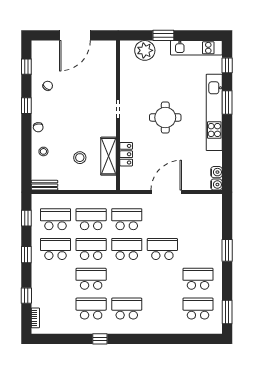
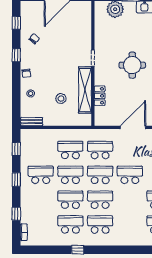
shelving: (109, 156) -> (85, 90), width x1.47
school desk: (55, 219) -> (100, 200), moved

